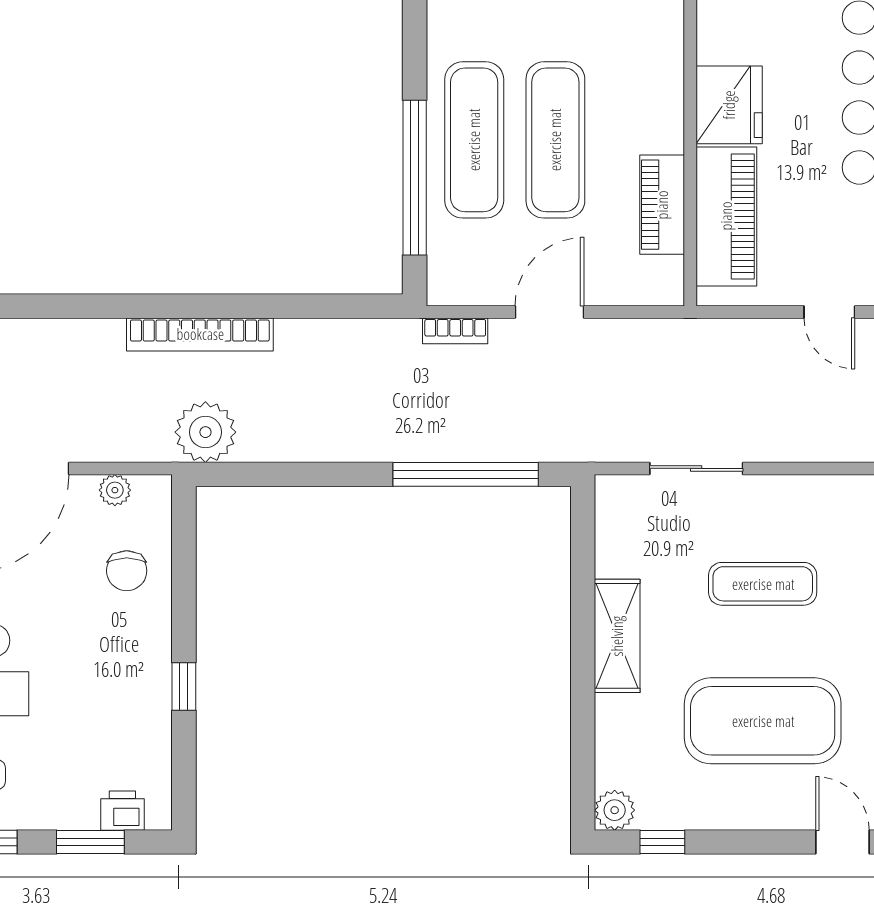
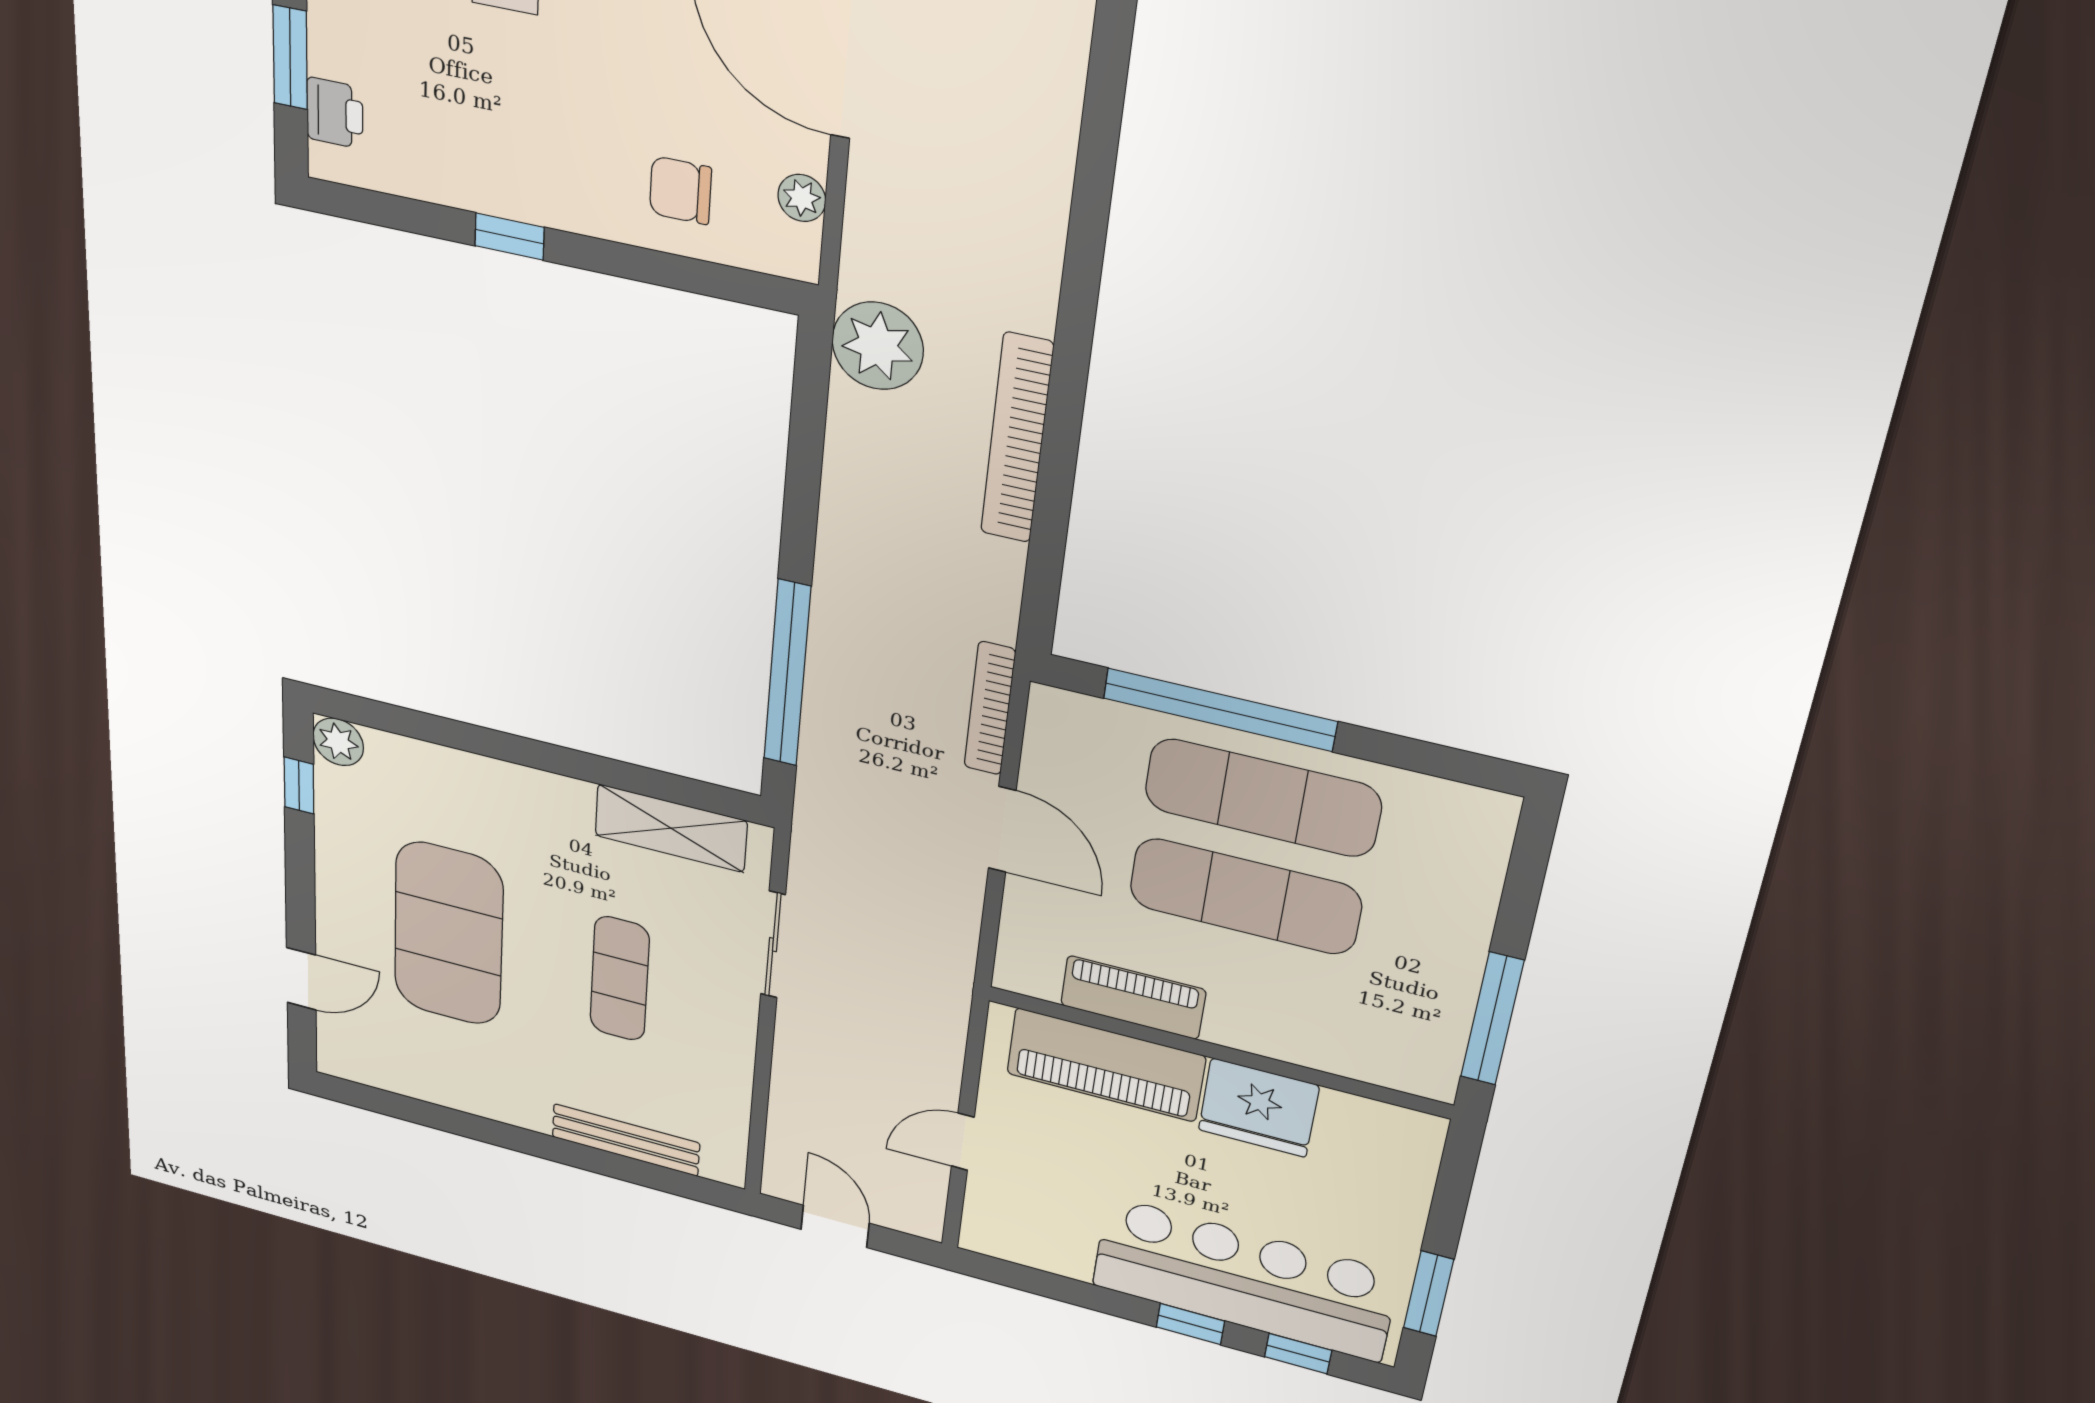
bookcase: (455, 331) -> (990, 708), width x1.56
bookcase: (200, 334) -> (1017, 438), moved
shelving: (617, 636) -> (671, 828), moved

